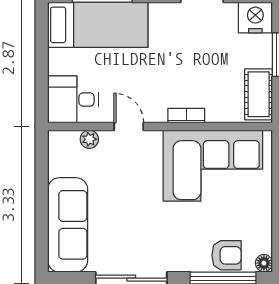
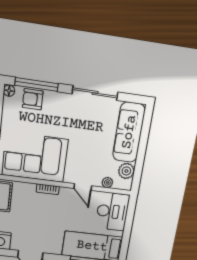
desk: (73, 99) -> (112, 212), width x1.37
plant: (61, 162) -> (126, 171), added

